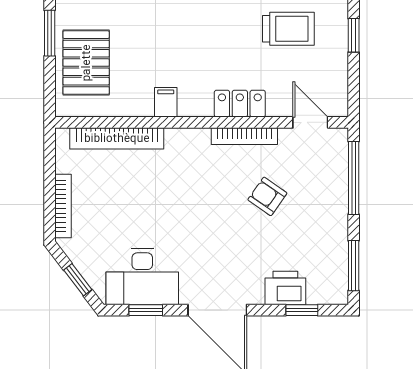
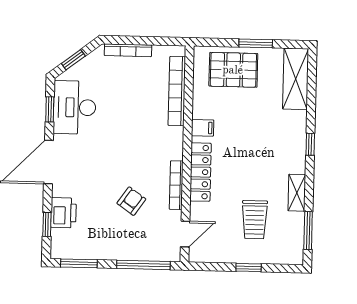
locker: (240, 104) -> (201, 172), width x1.53

